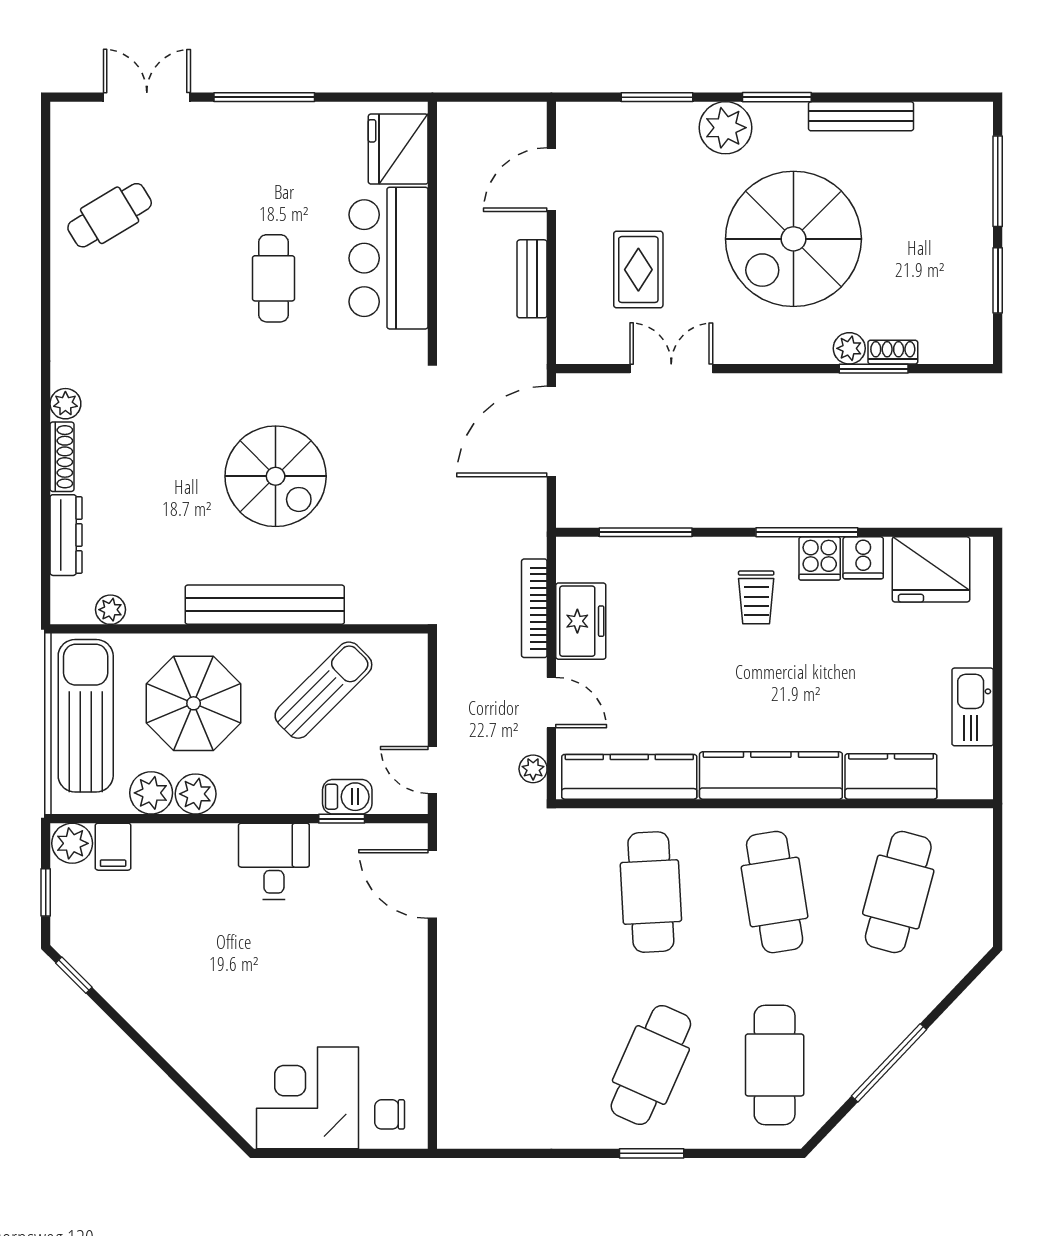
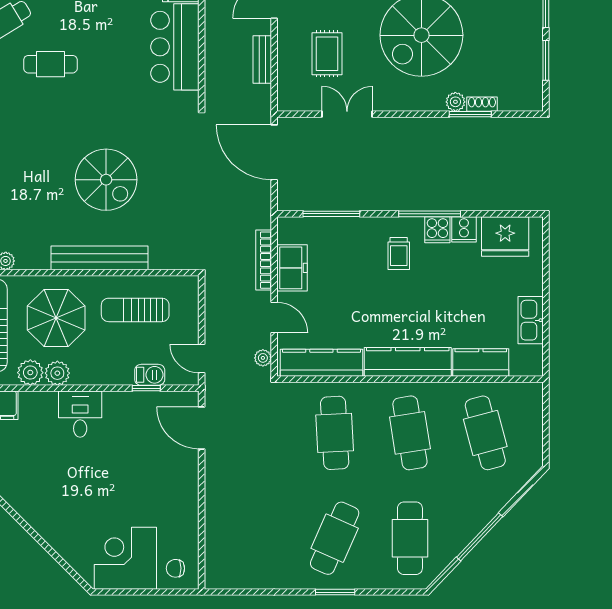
cafe table: (273, 278) -> (50, 64), moved, turned 90
door: (551, 431) -> (274, 152), hinge flipped
sun lounger: (323, 690) -> (135, 310), turned -135
desk: (274, 861) -> (80, 414), moved
cafe table: (898, 892) -> (485, 433), turned -30

